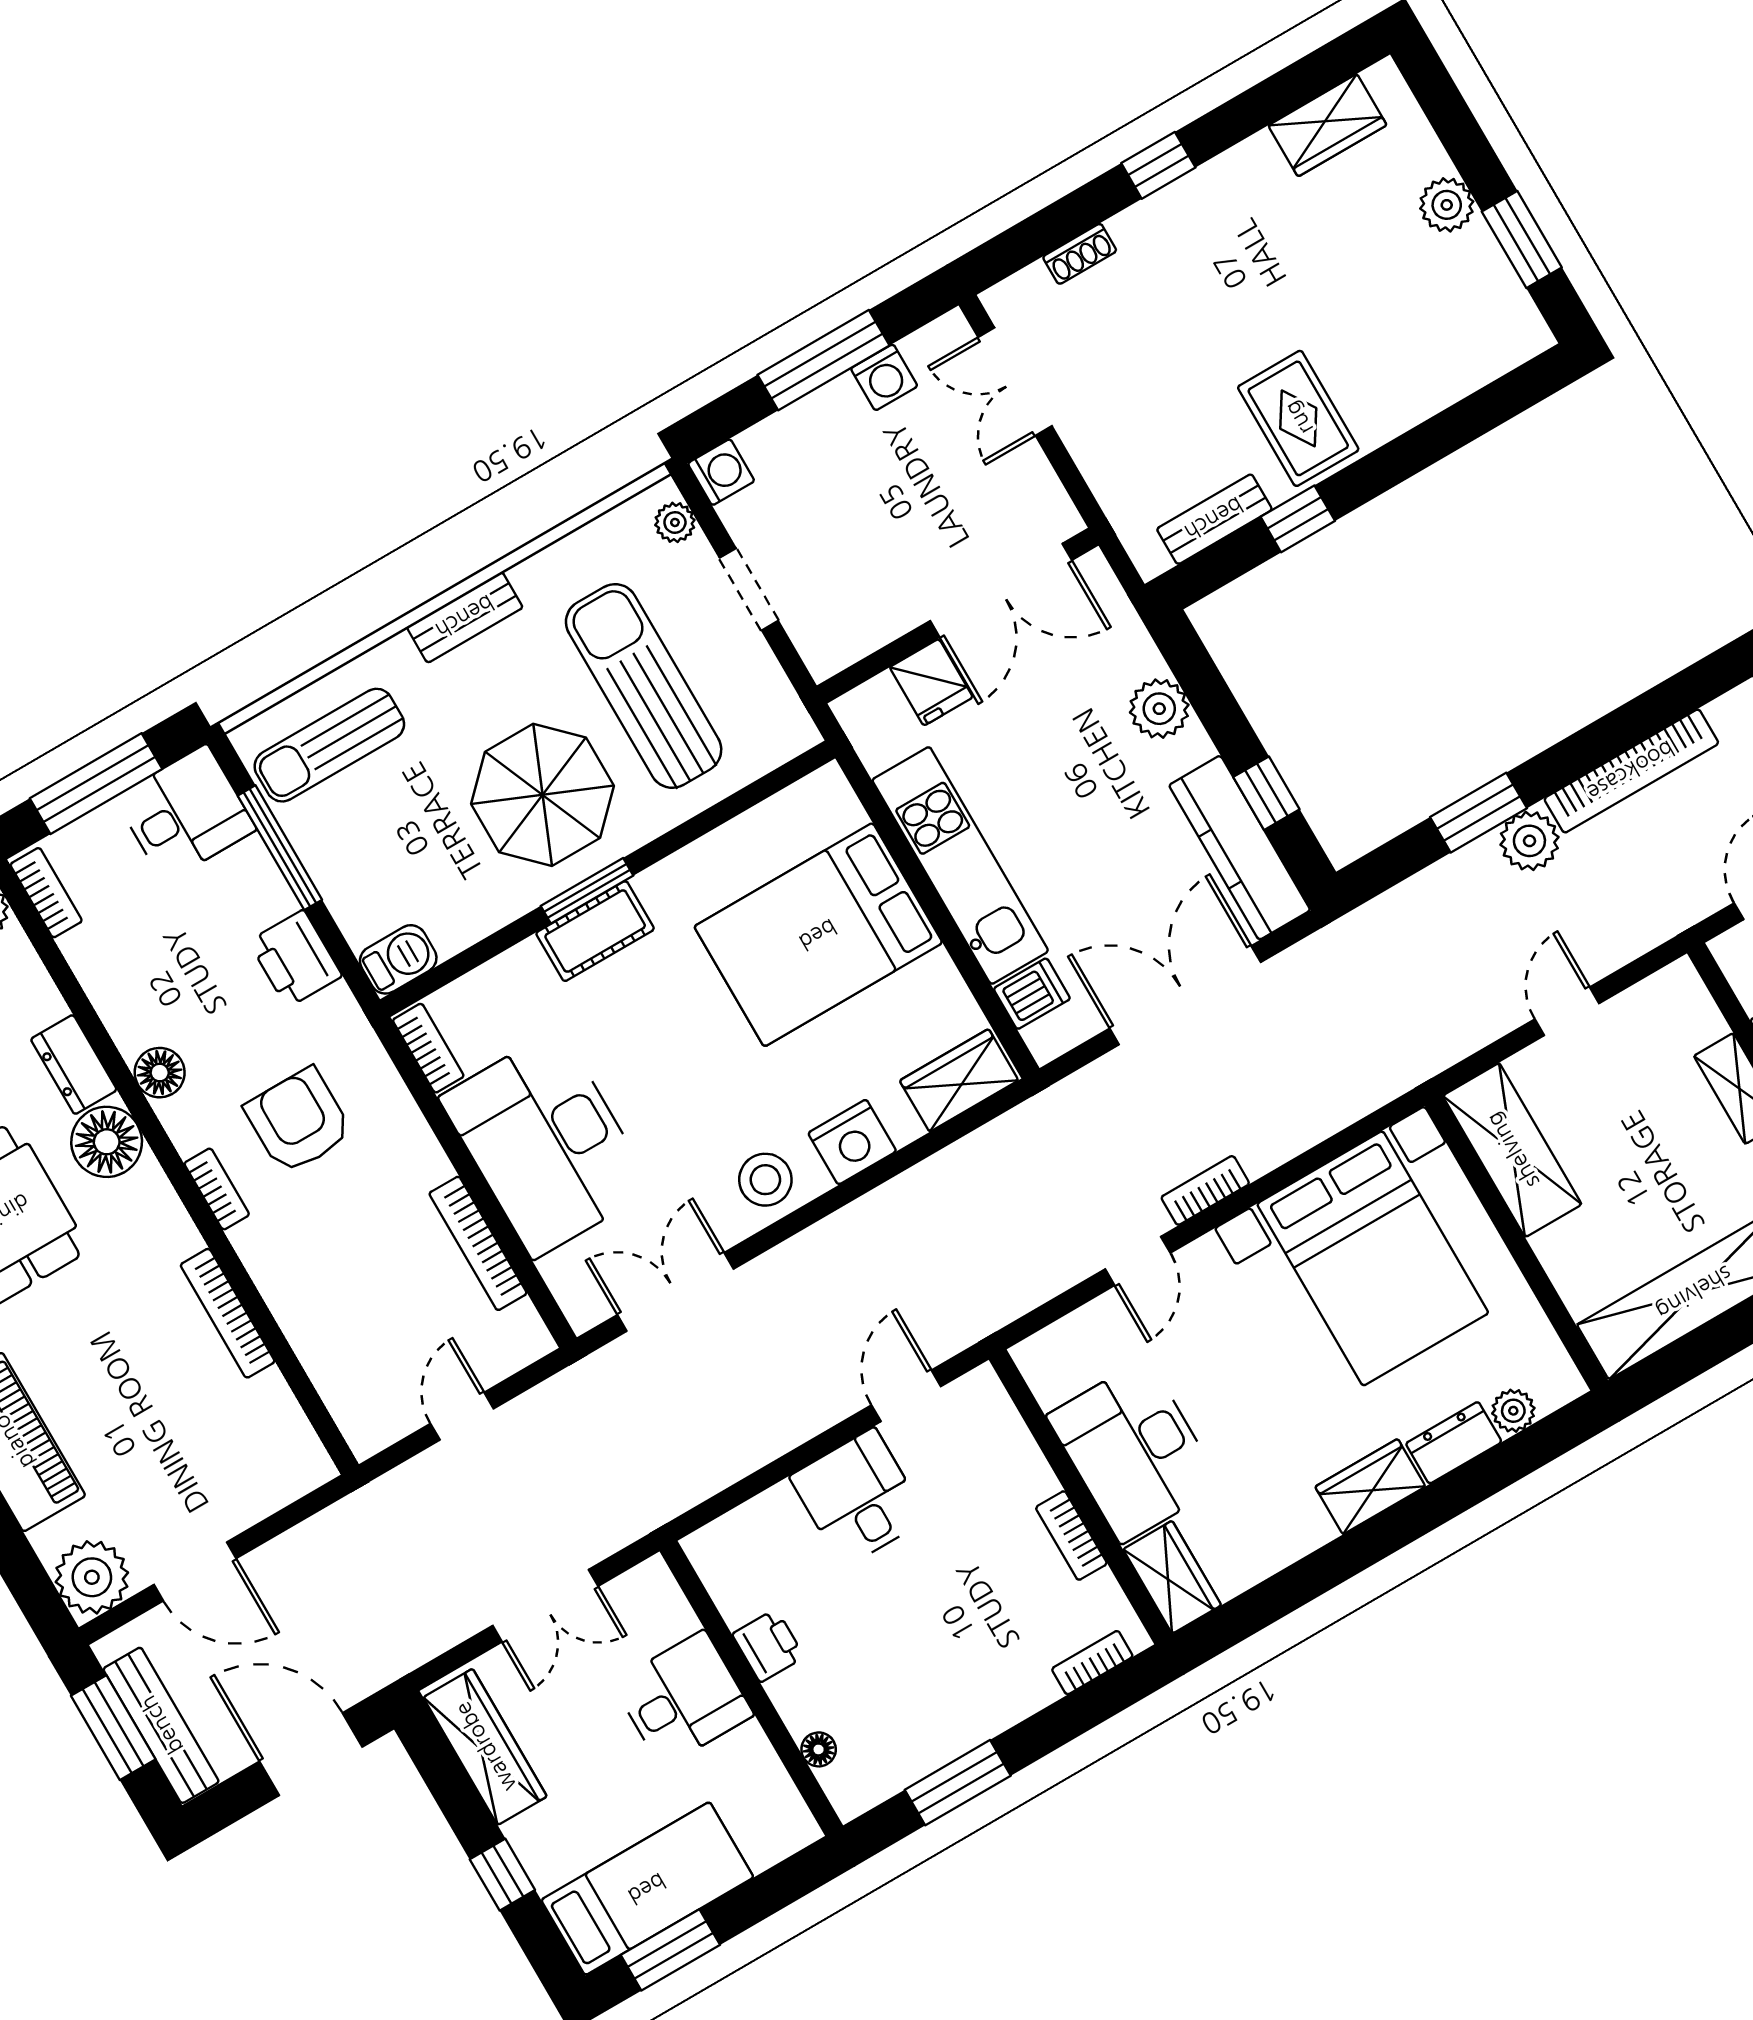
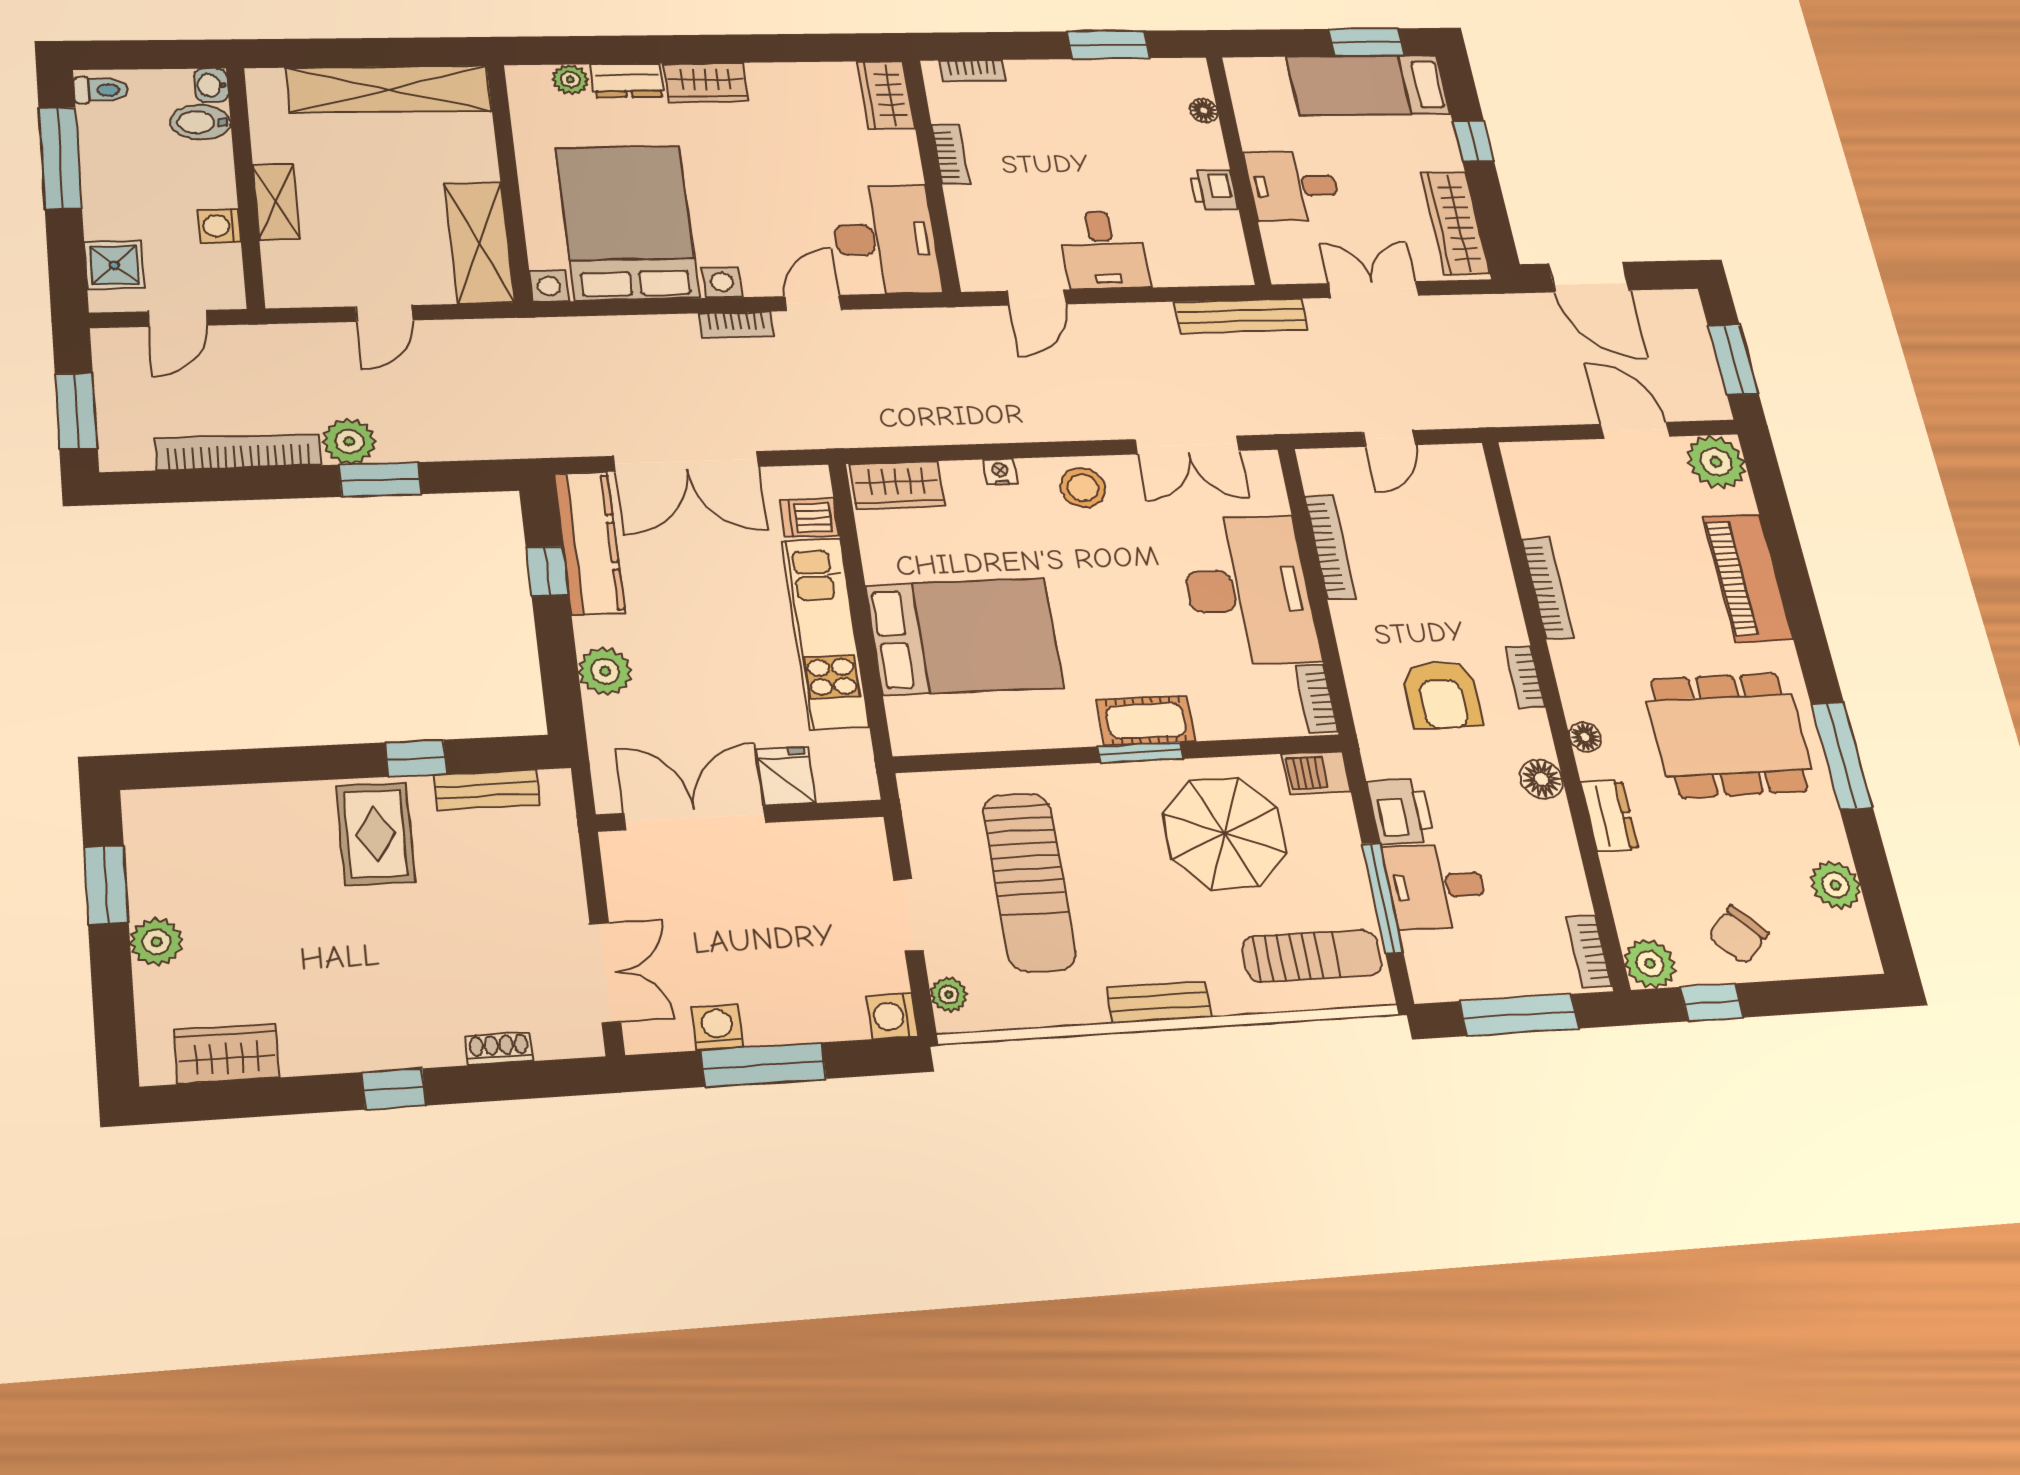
parasol: (543, 795) -> (1225, 833), moved
desk: (185, 814) -> (1436, 886), moved
floor lamp: (107, 1142) -> (1585, 737), width x0.53, depth x0.53
nightstand: (852, 1142) -> (1000, 472), width x0.53, depth x0.56
desk: (1134, 1451) -> (885, 239), moved
bench: (161, 1725) -> (1241, 316), moved, turned 90

